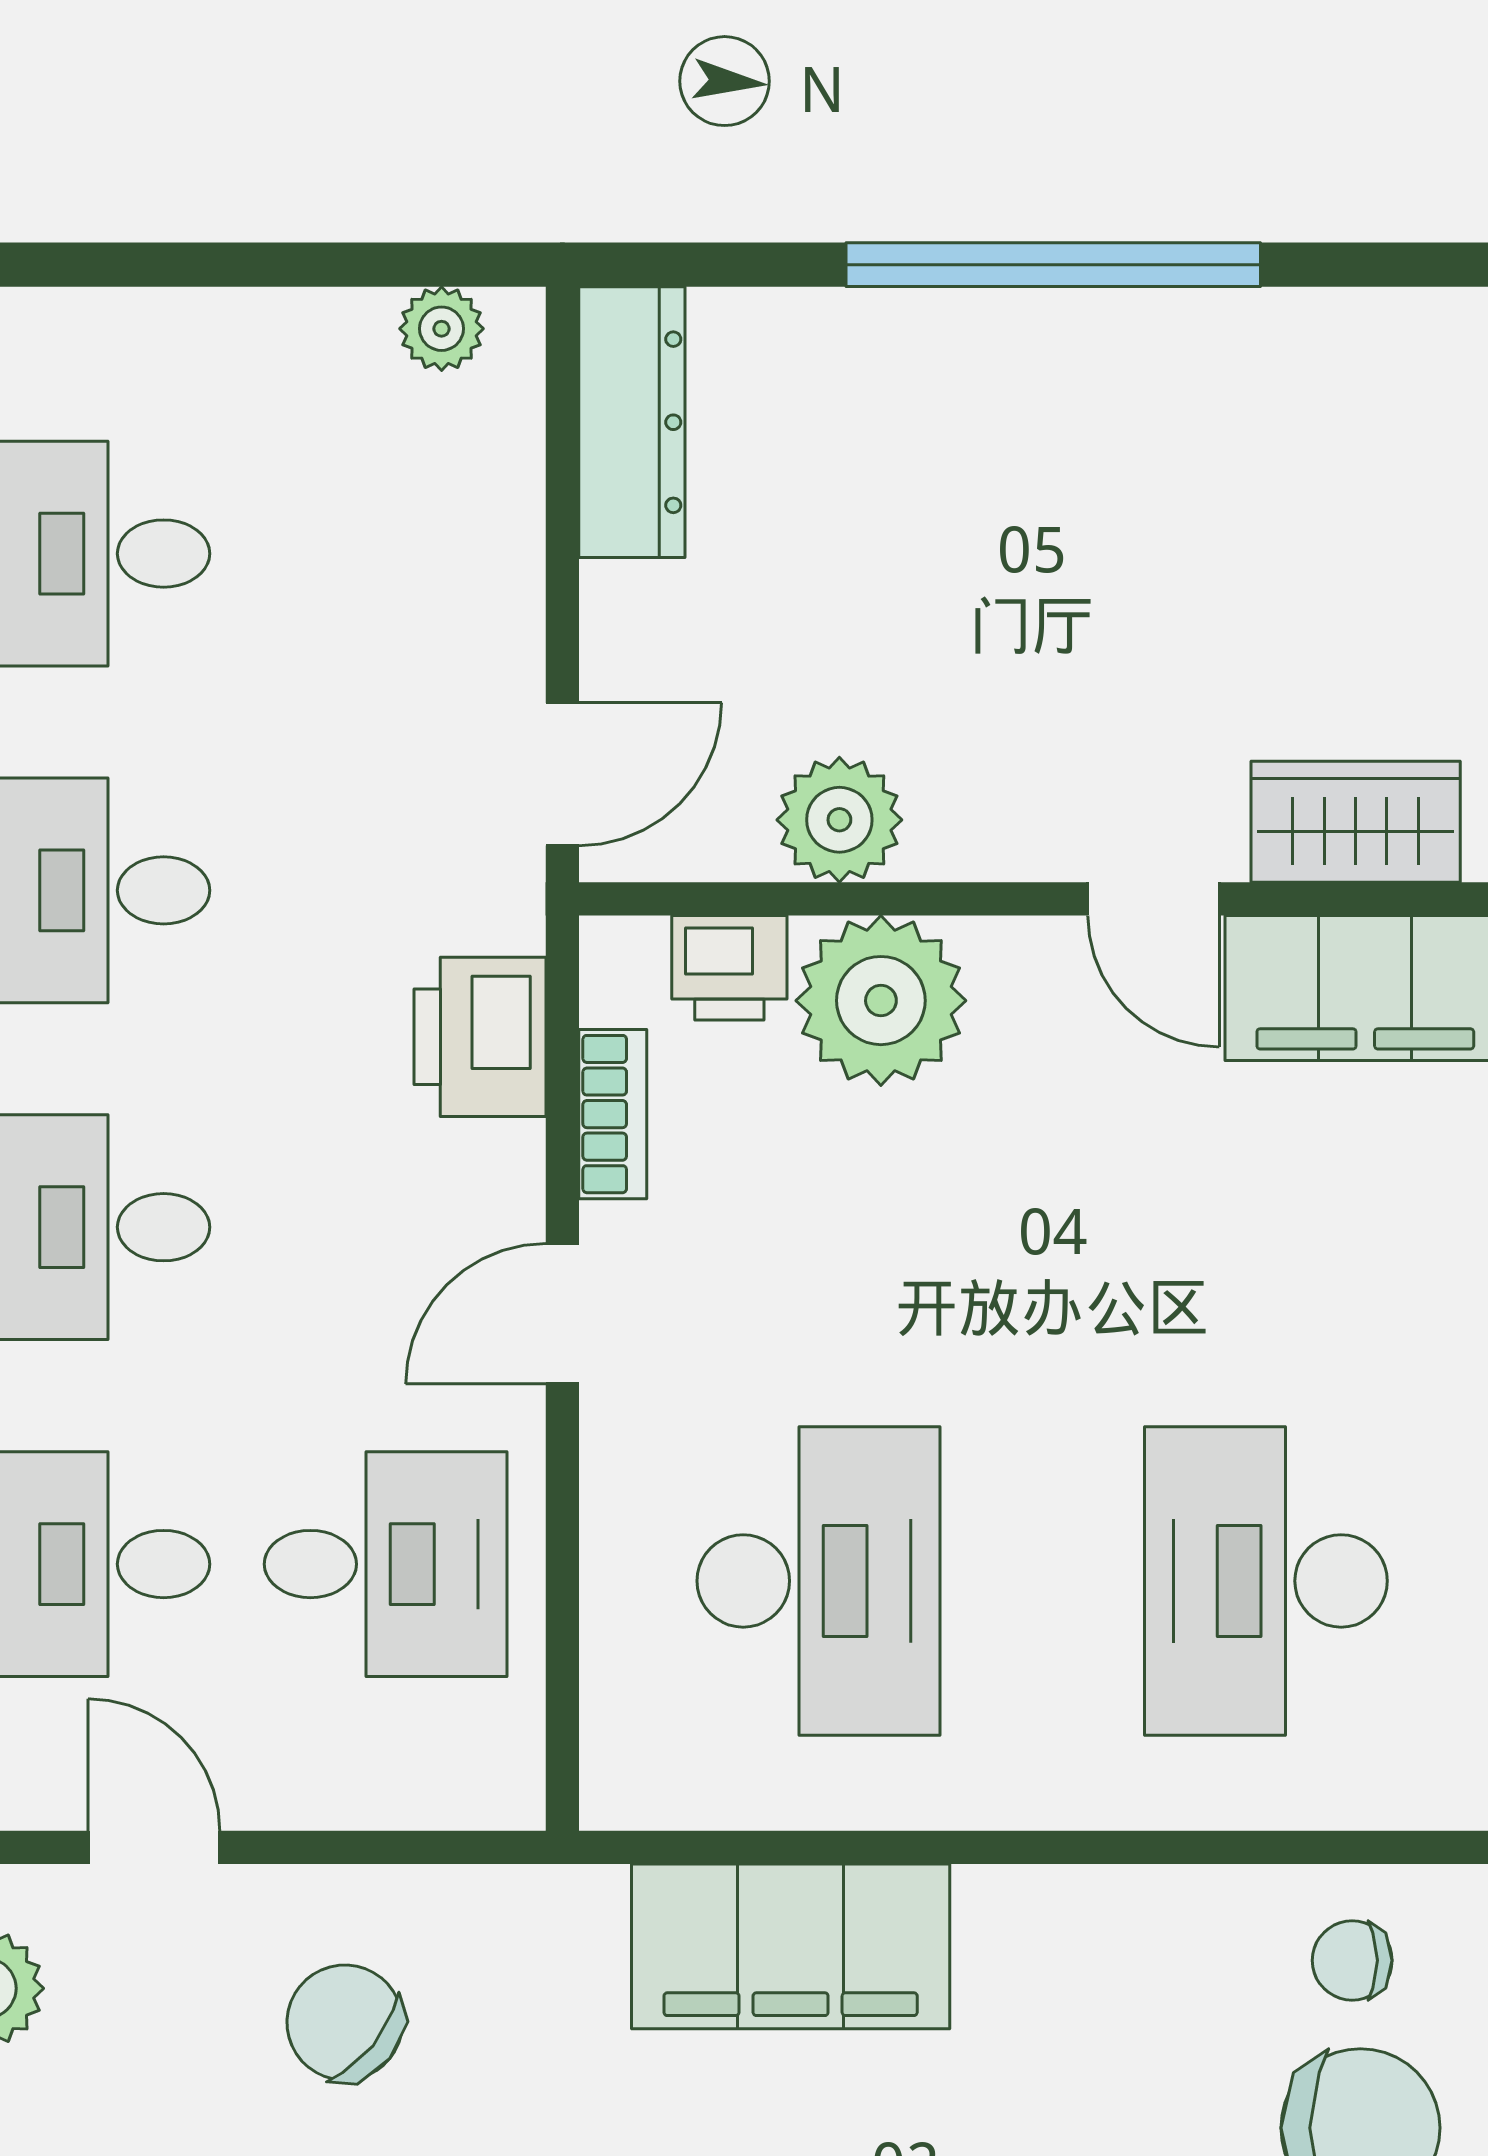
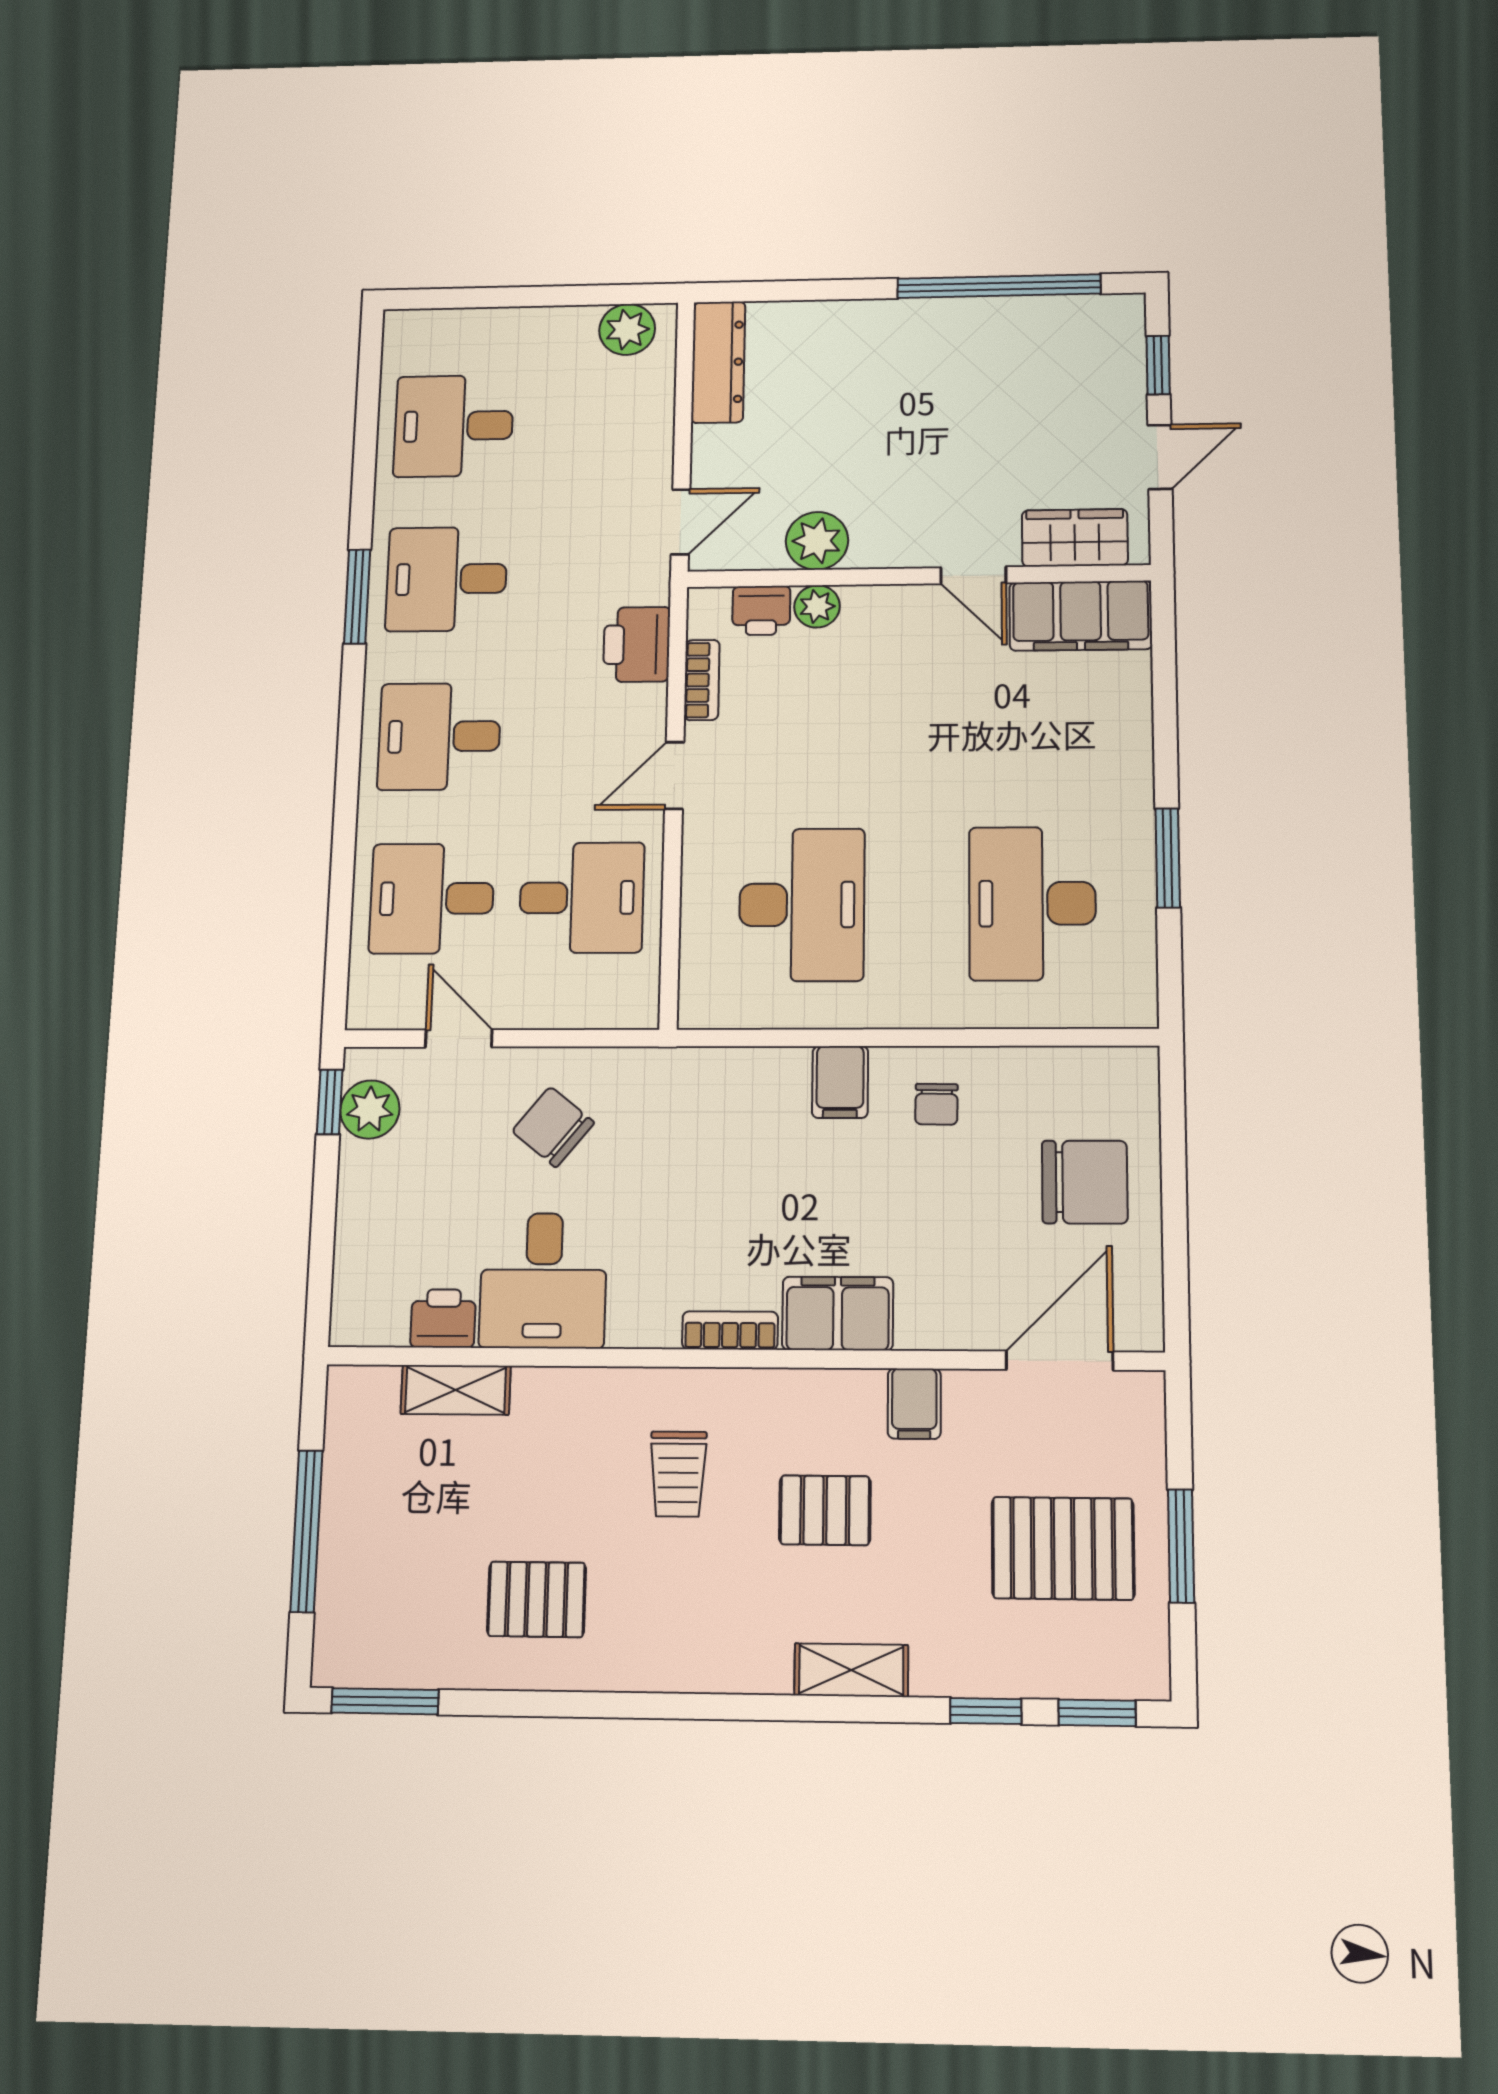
window: (1053, 265) -> (999, 286), moved
plant: (442, 329) -> (627, 329), width x1.38, depth x1.38
plant: (881, 1001) -> (817, 606), width x0.53, depth x0.53
filing cabinet: (791, 1946) -> (840, 1082), width x0.33, depth x0.86
chair: (1352, 1960) -> (936, 1104), moved, turned -89

